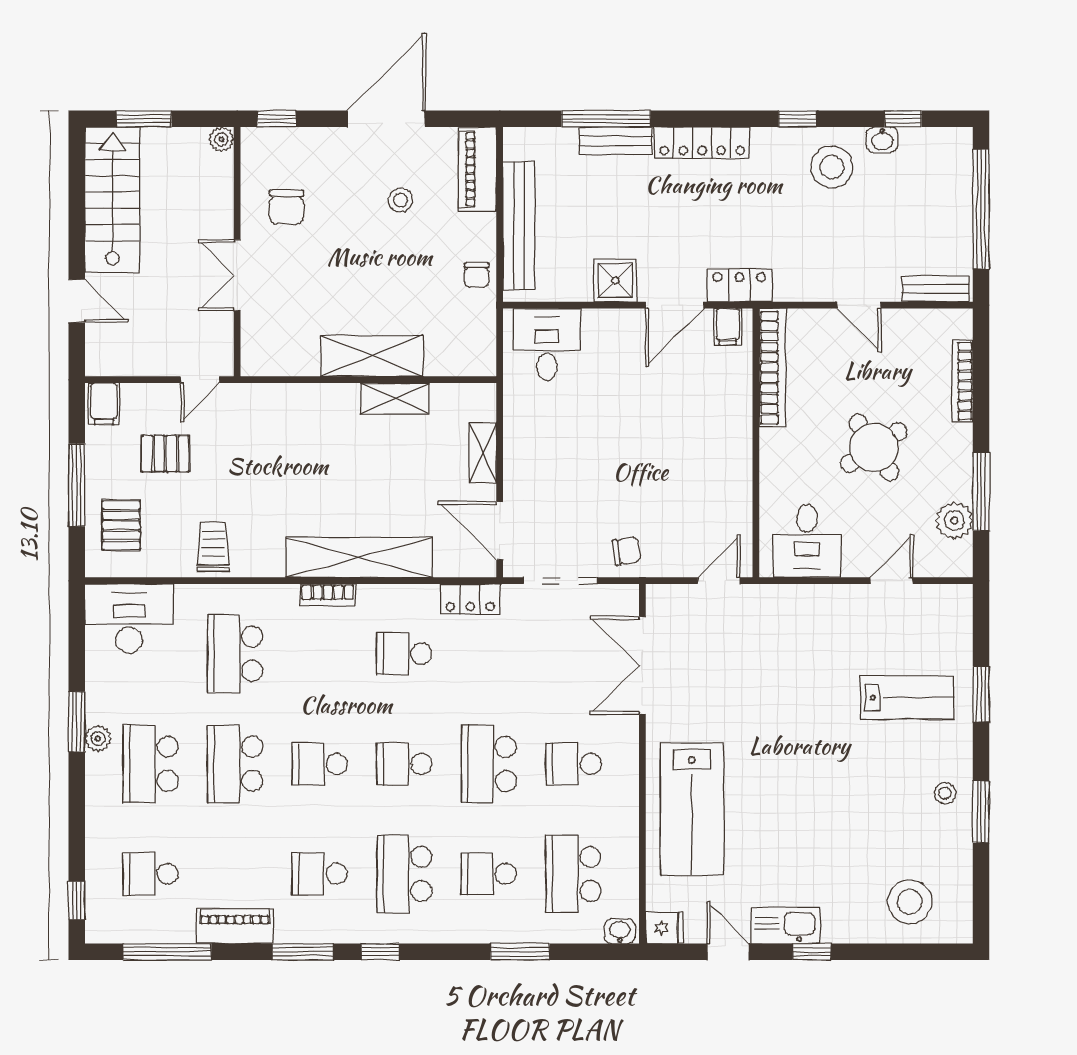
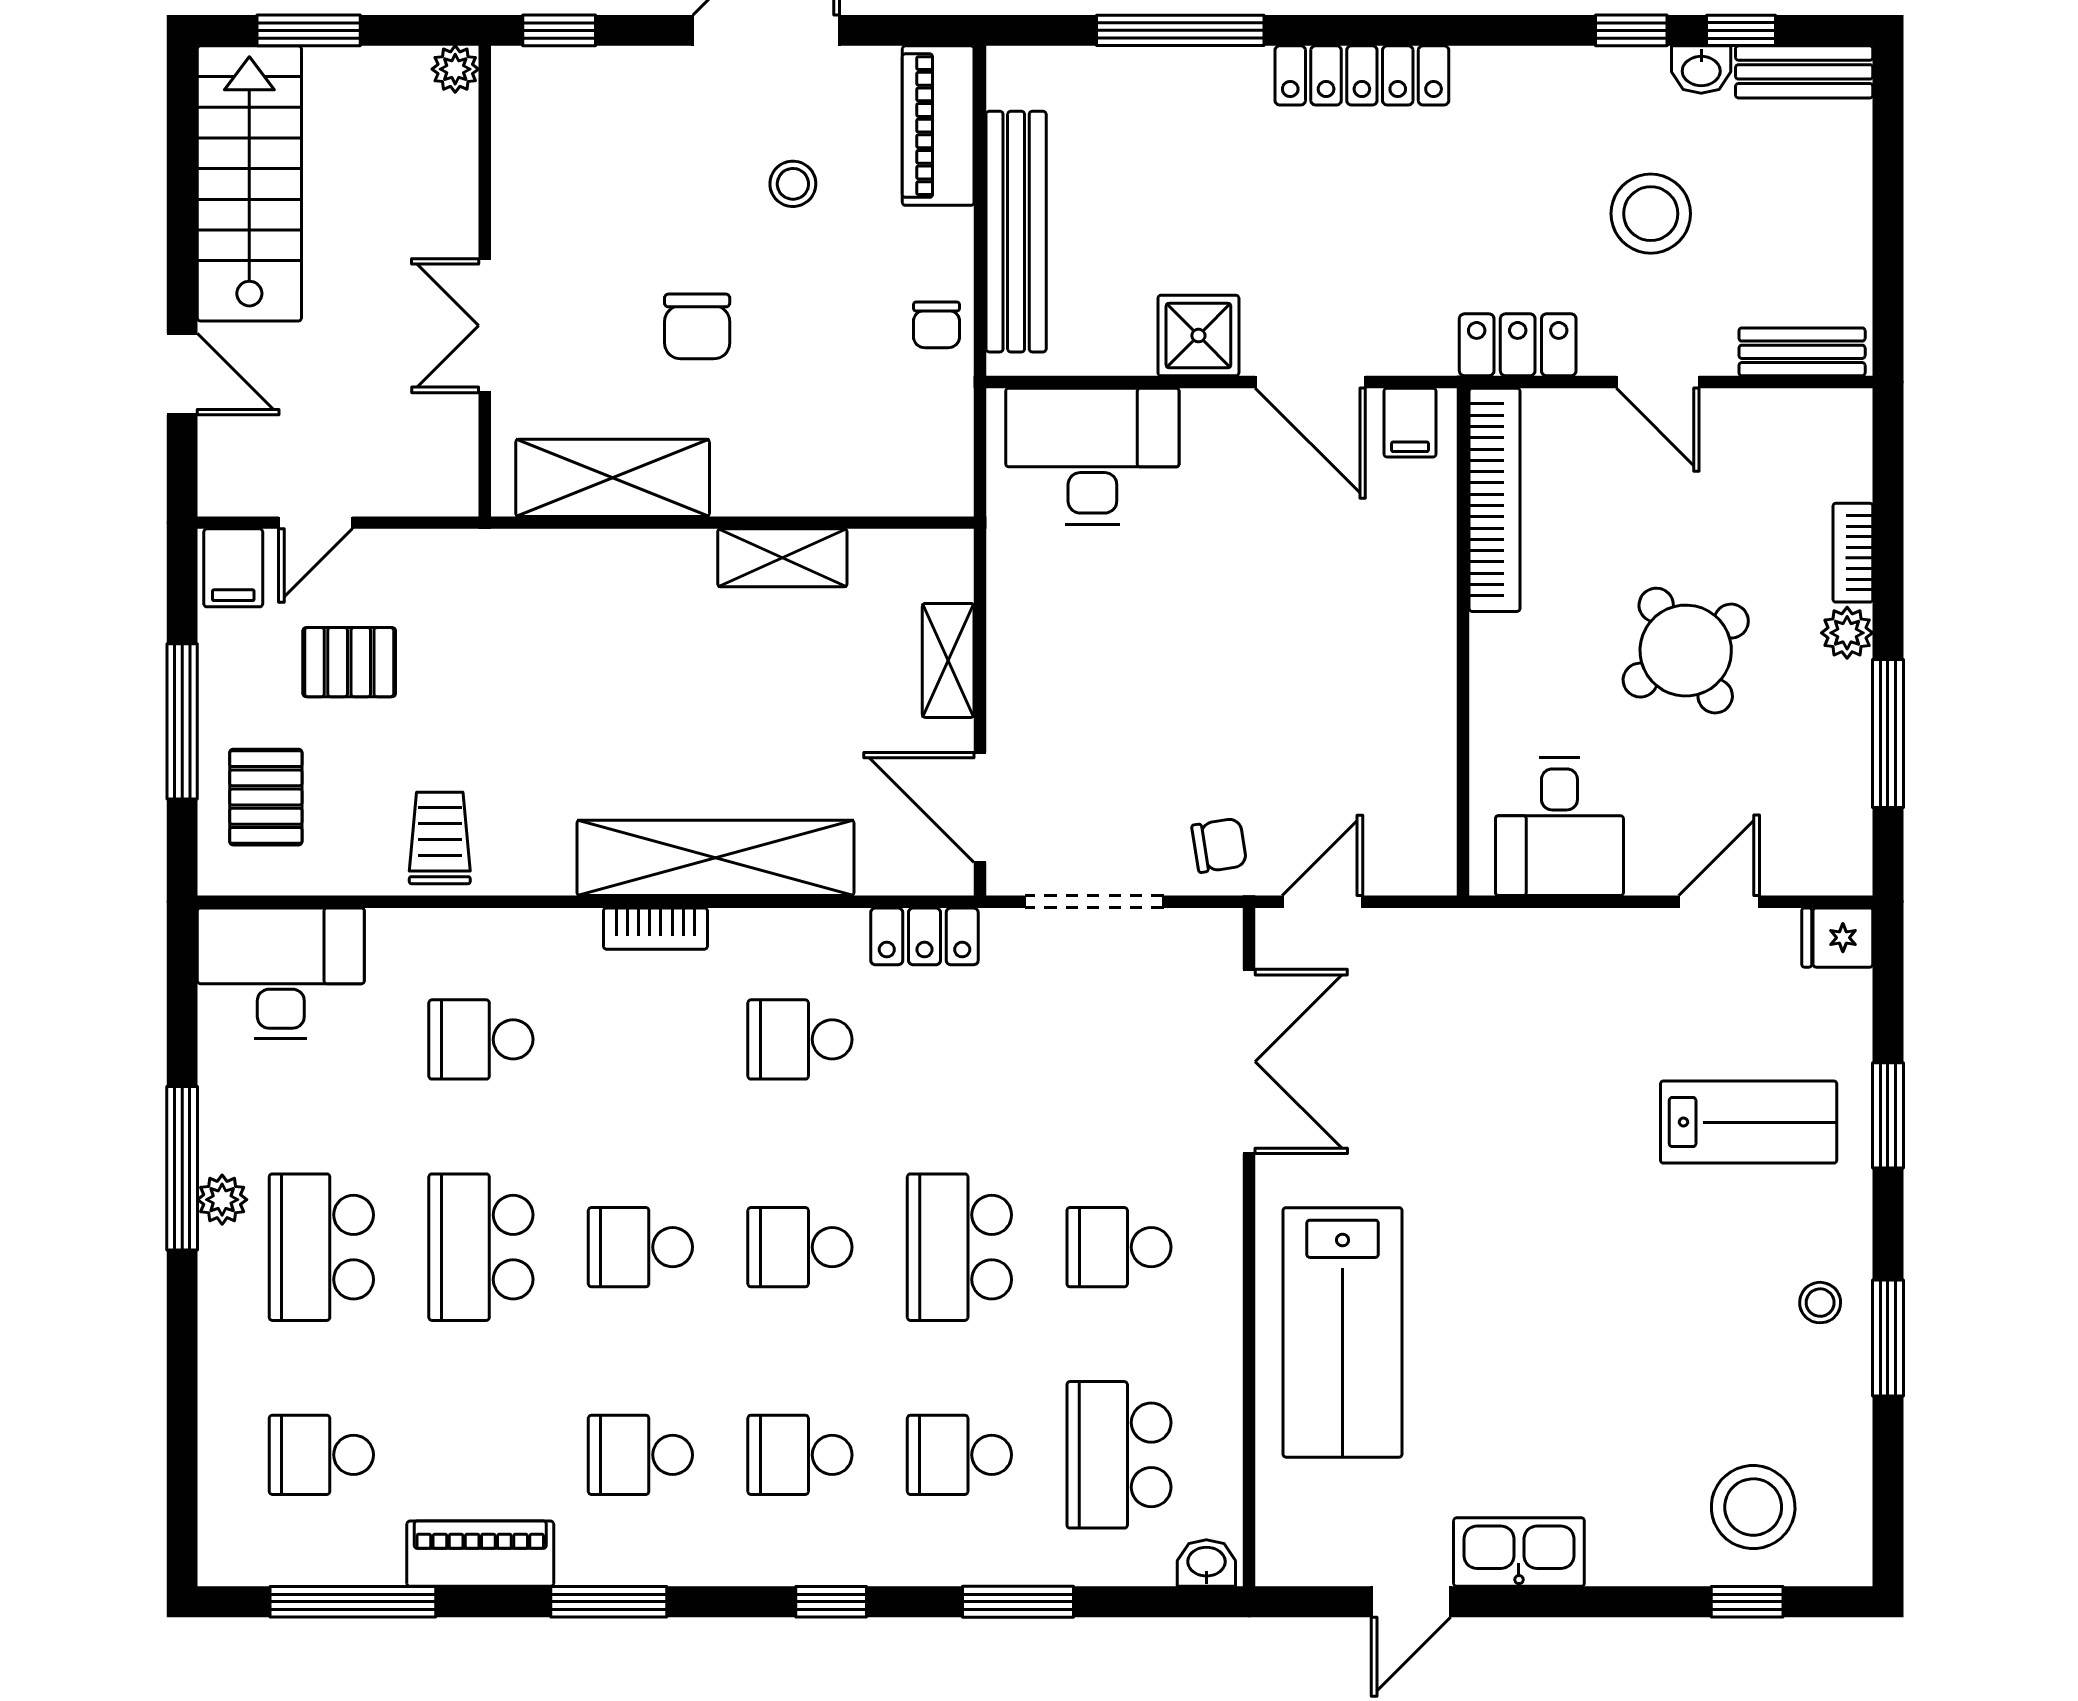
window: (798, 119) -> (1631, 30), moved
bench: (616, 141) -> (1804, 72), moved
stool: (832, 167) -> (1651, 214), moved
chair: (287, 207) -> (697, 326), moved
window: (981, 209) -> (1888, 201), removed
locker: (739, 285) -> (1518, 345), moved
door: (675, 305) -> (1310, 382), hinge flipped
desk: (547, 344) -> (1092, 456), width x1.37
shelving: (372, 356) -> (613, 478), moved
door: (200, 380) -> (315, 523), moved
bookcase: (962, 381) -> (1853, 553), width x0.64
plant: (954, 520) -> (1847, 633), moved, width x0.73, depth x0.73
door: (719, 581) -> (1322, 902), moved
school desk: (235, 654) -> (481, 1039), width x0.54
double door: (642, 665) -> (1249, 1062), swing flipped
window: (77, 722) -> (182, 1168), width x1.44
school desk: (404, 874) -> (800, 1455), width x0.54
window: (77, 900) -> (182, 1505), removed
fridge: (664, 928) -> (1837, 938), moved, turned 180
window: (380, 952) -> (831, 1602), moved
door: (728, 952) -> (1411, 1602), swing flipped
window: (812, 952) -> (1747, 1602), moved

